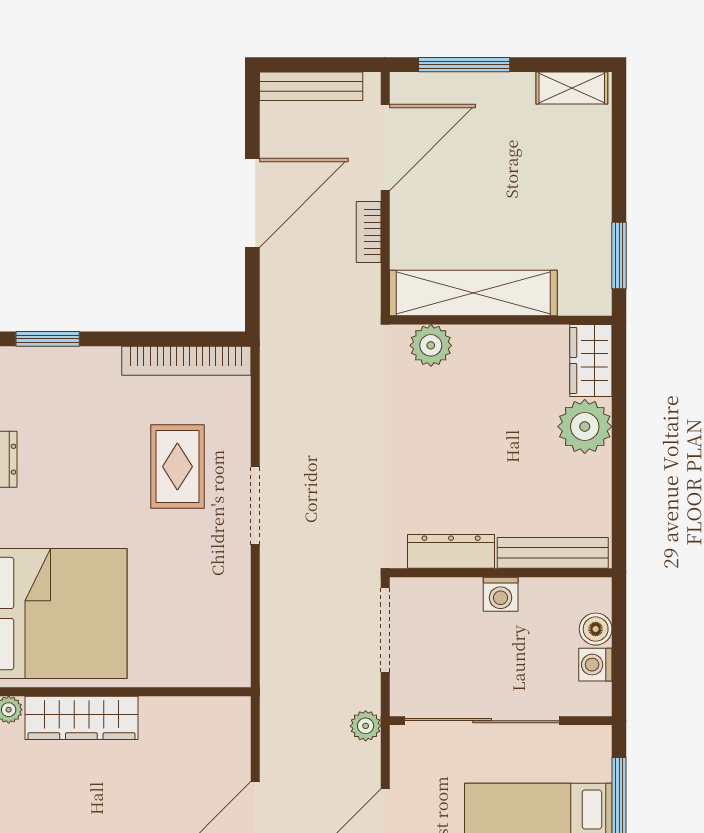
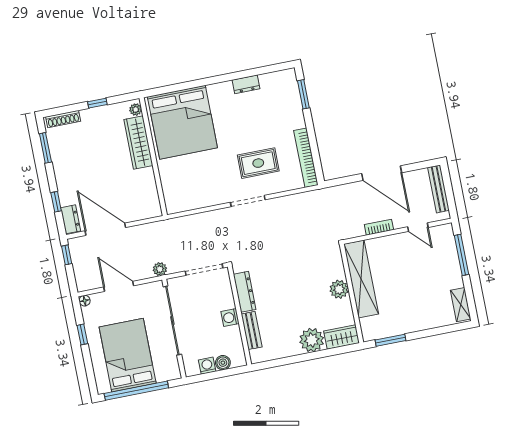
door: (385, 148) -> (418, 227), width x0.53
plant: (431, 345) -> (339, 289), moved
bench: (553, 553) -> (252, 330), width x0.73

